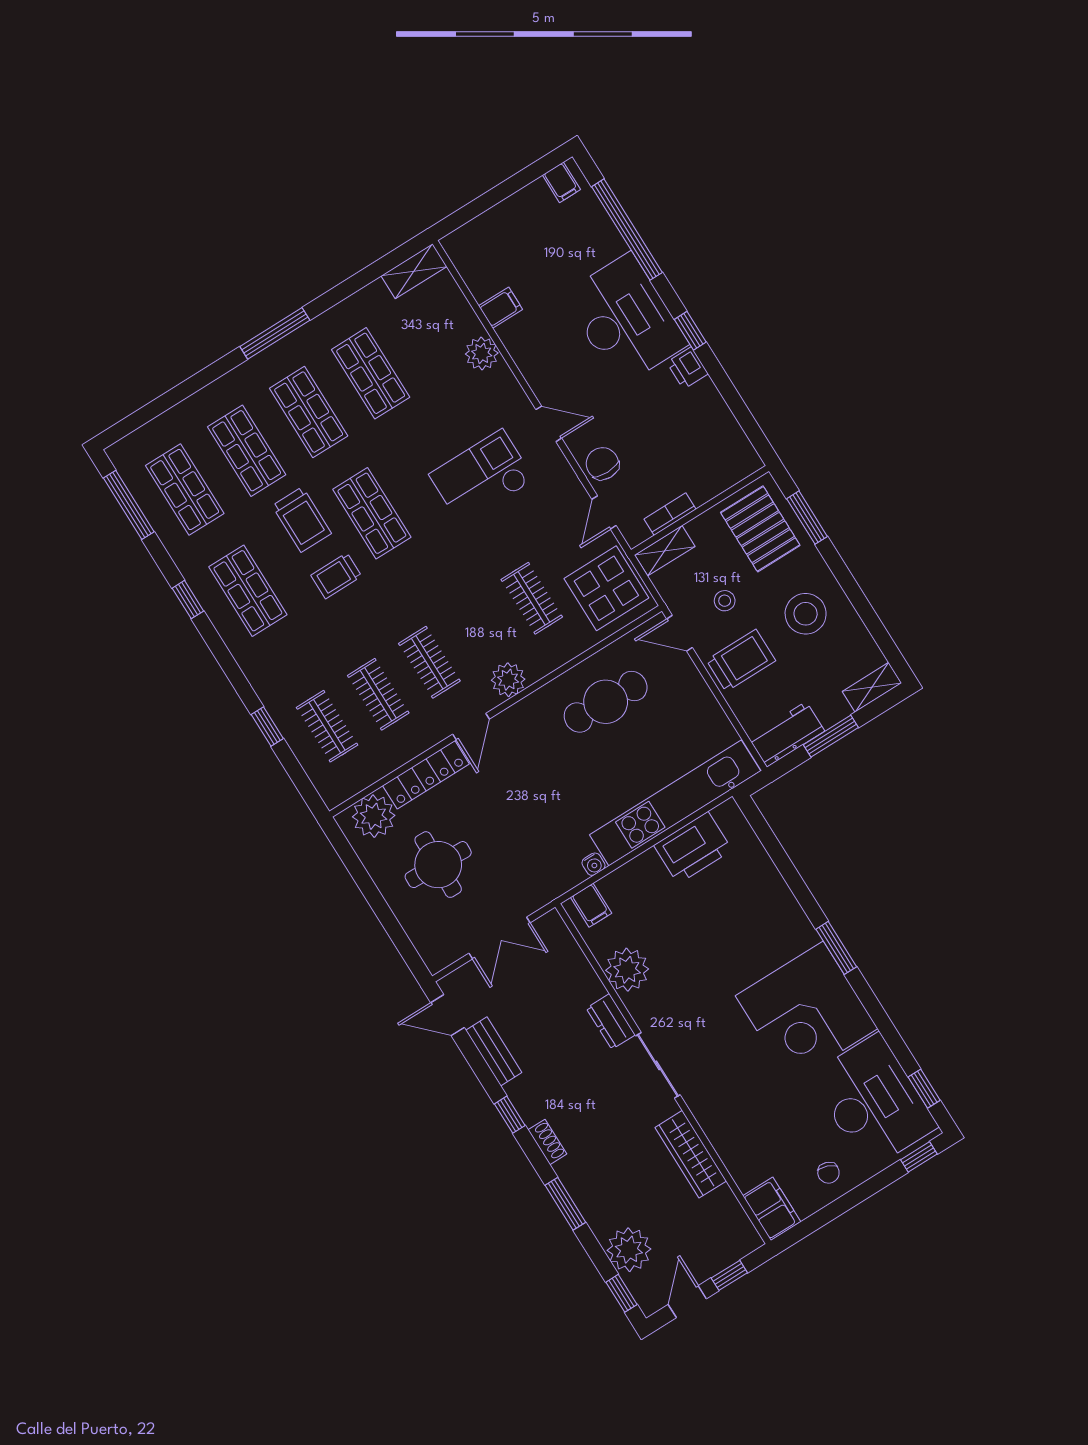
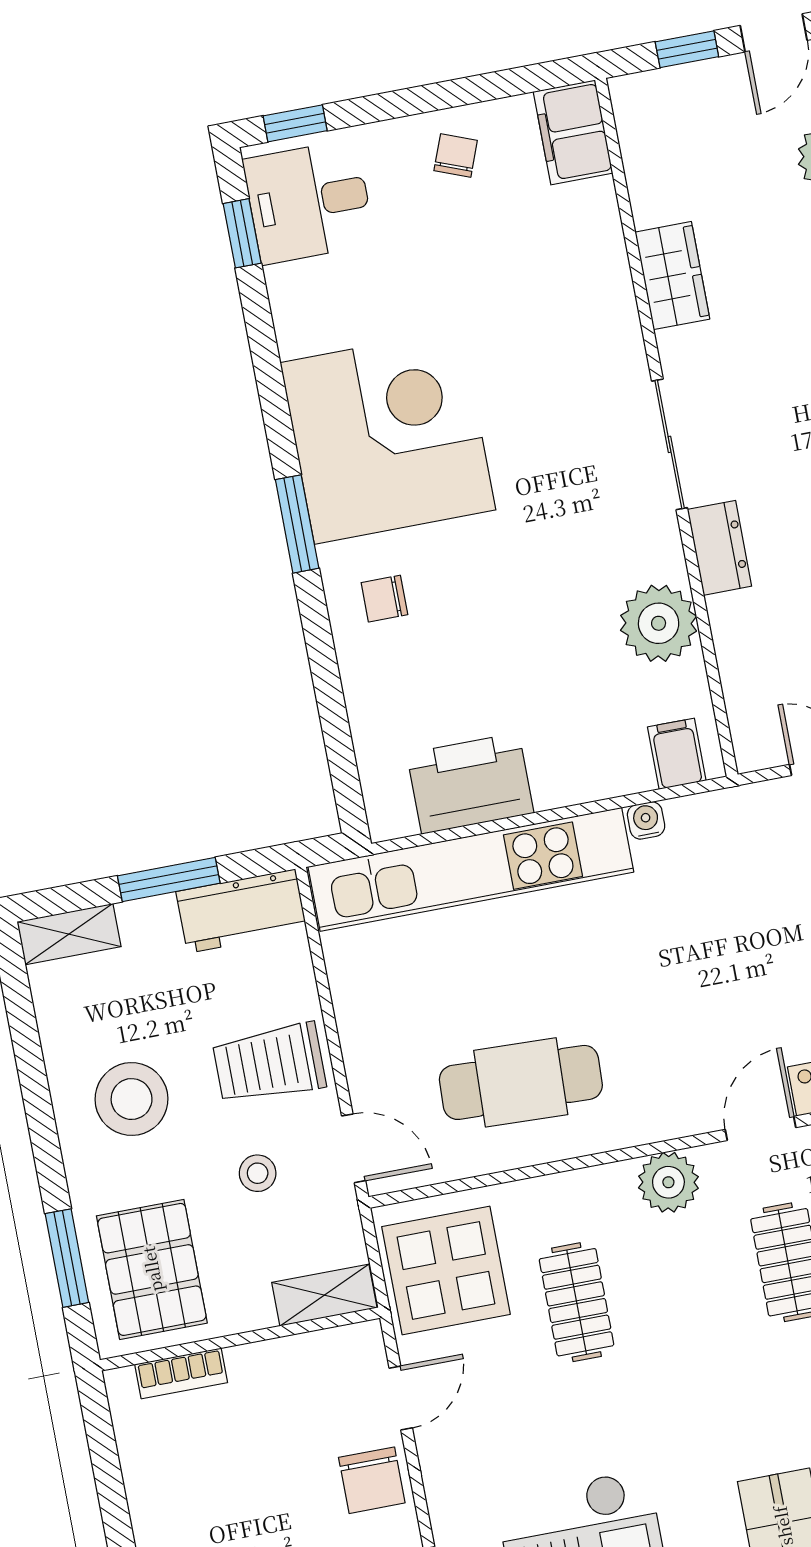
bookcase: (670, 514) -> (181, 1373), moved
chair: (775, 927) -> (384, 599), added
desk: (873, 1101) -> (309, 202), width x0.53, depth x0.77
wardrobe: (691, 1154) -> (672, 276), width x0.67

